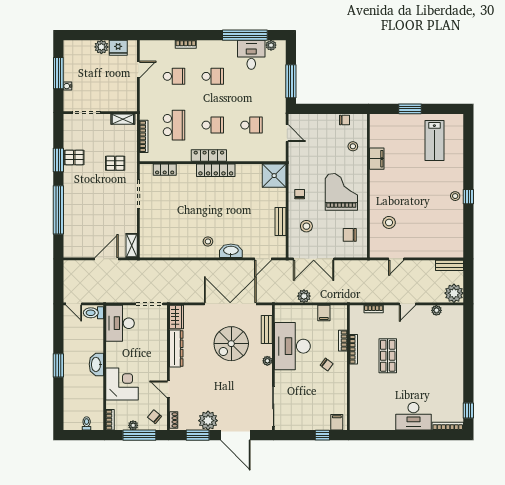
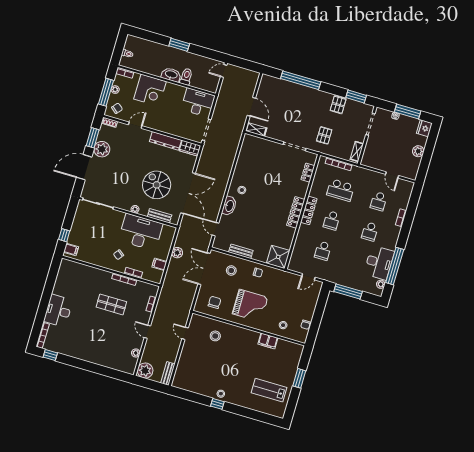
fridge: (118, 48) -> (424, 128), moved
desk: (251, 55) -> (379, 263), width x1.37
window: (58, 160) -> (356, 96), moved
toilet: (93, 313) -> (186, 77), moved

